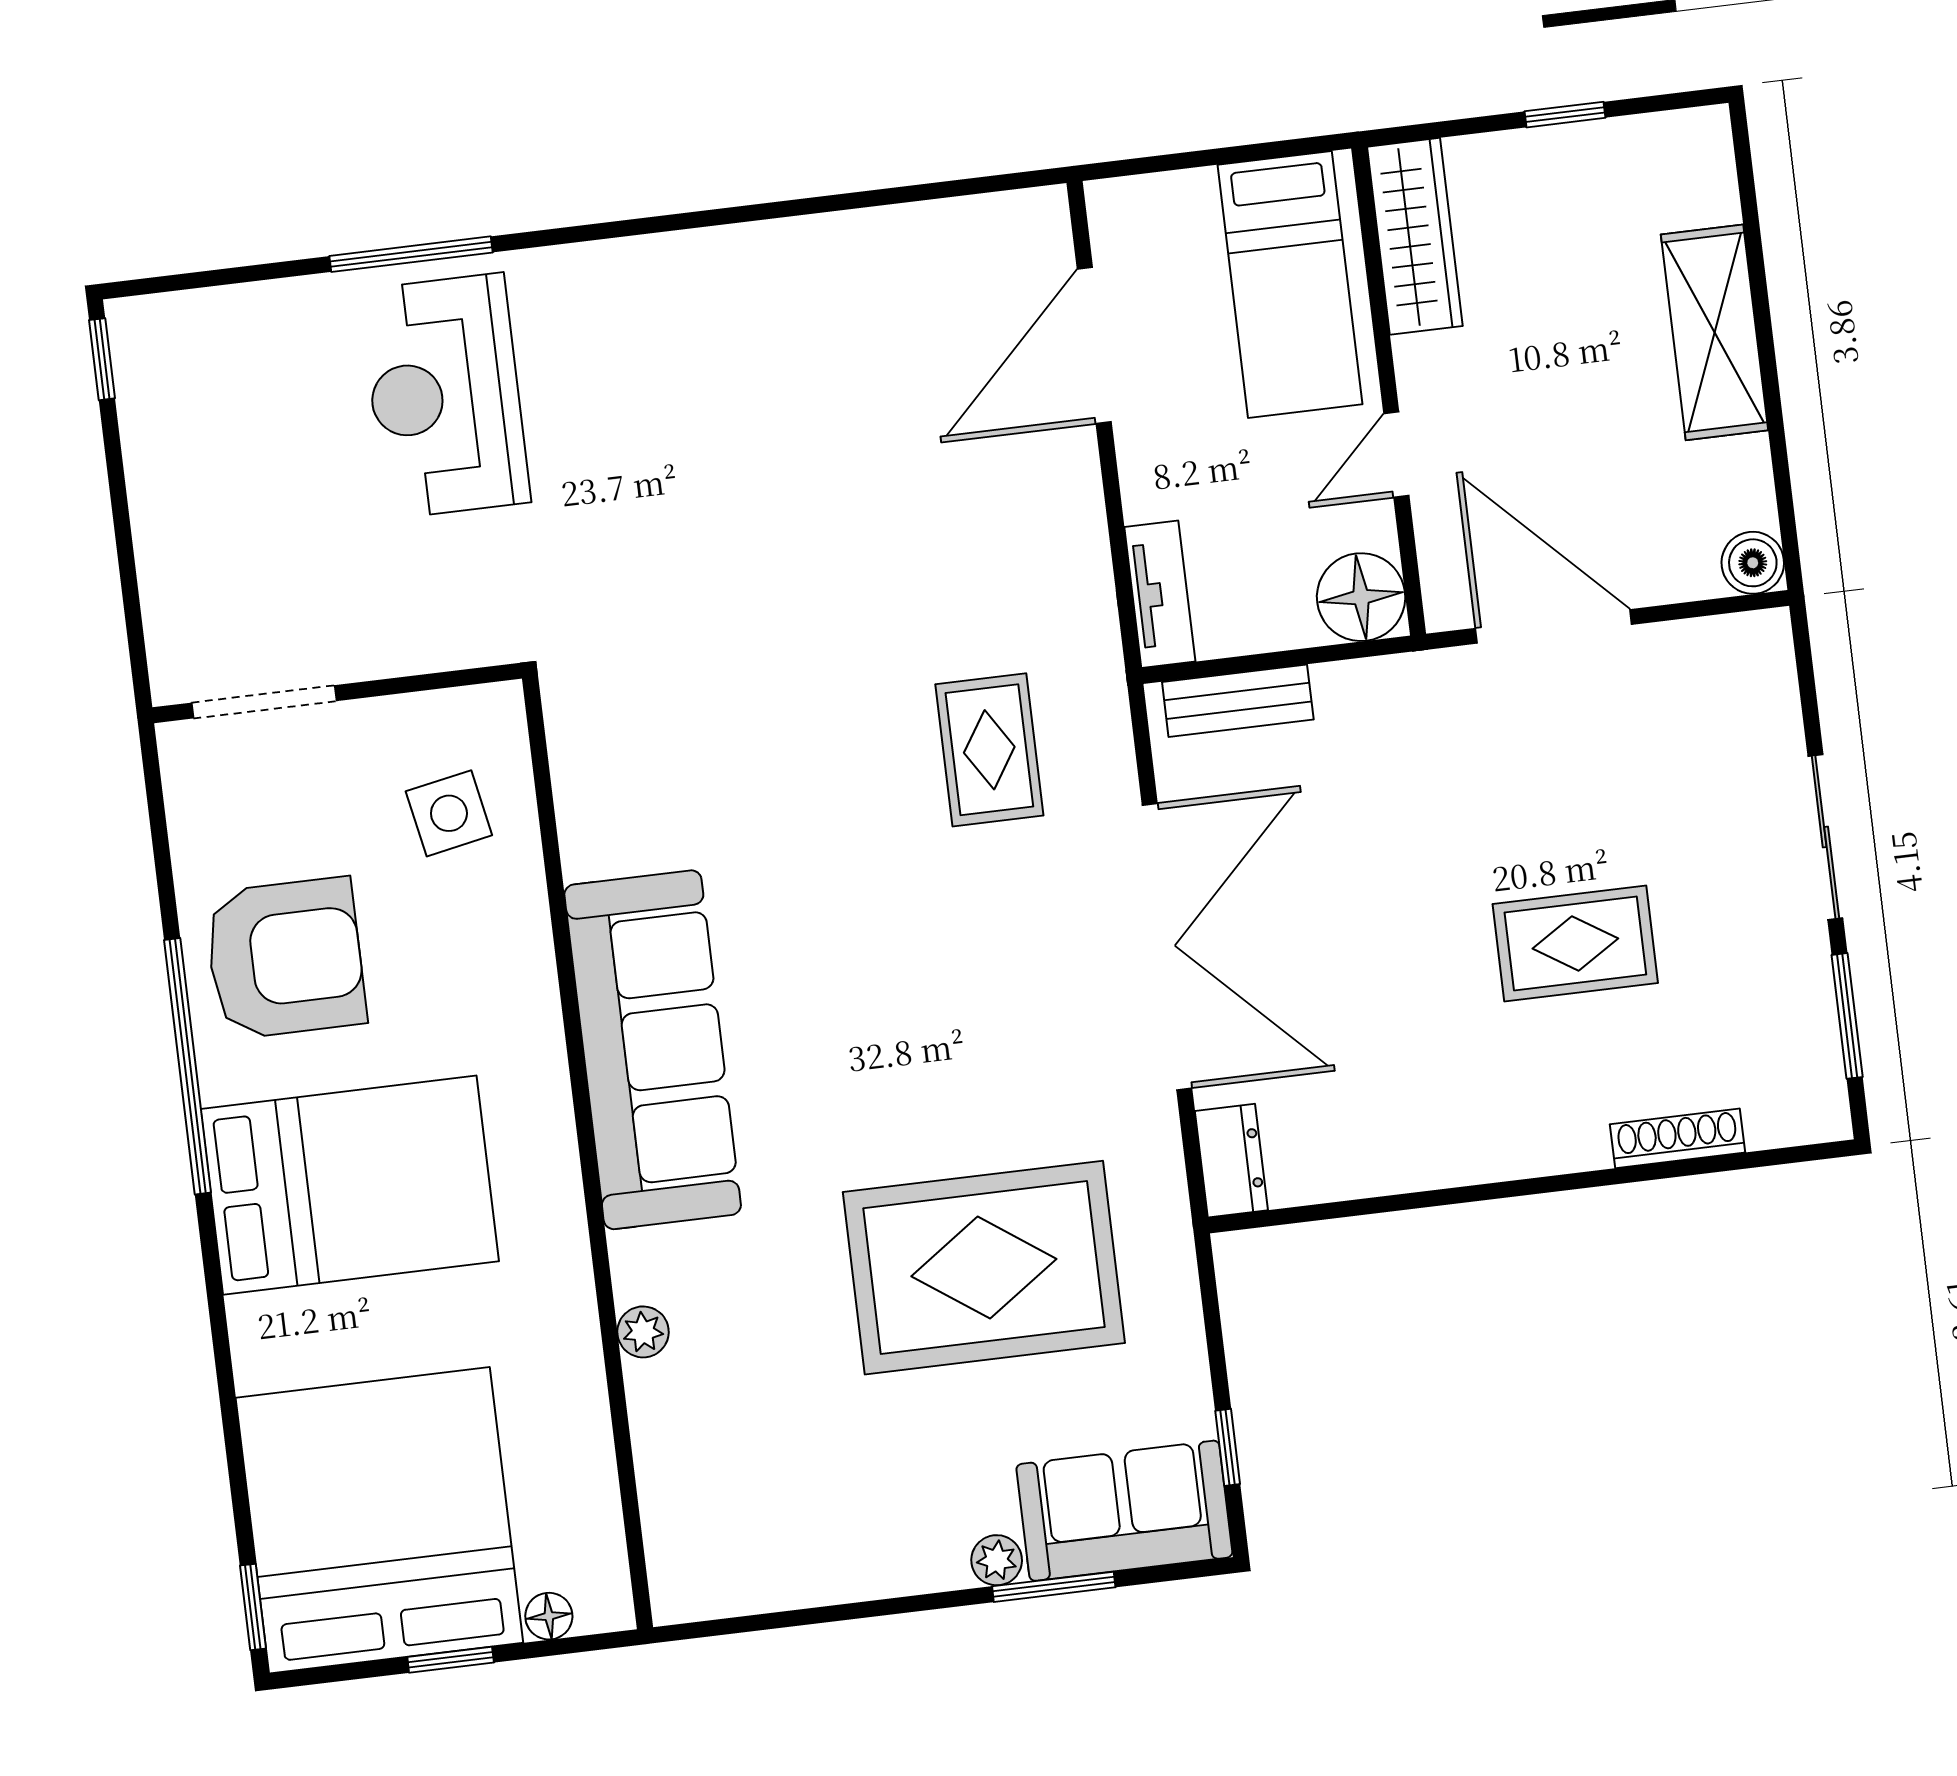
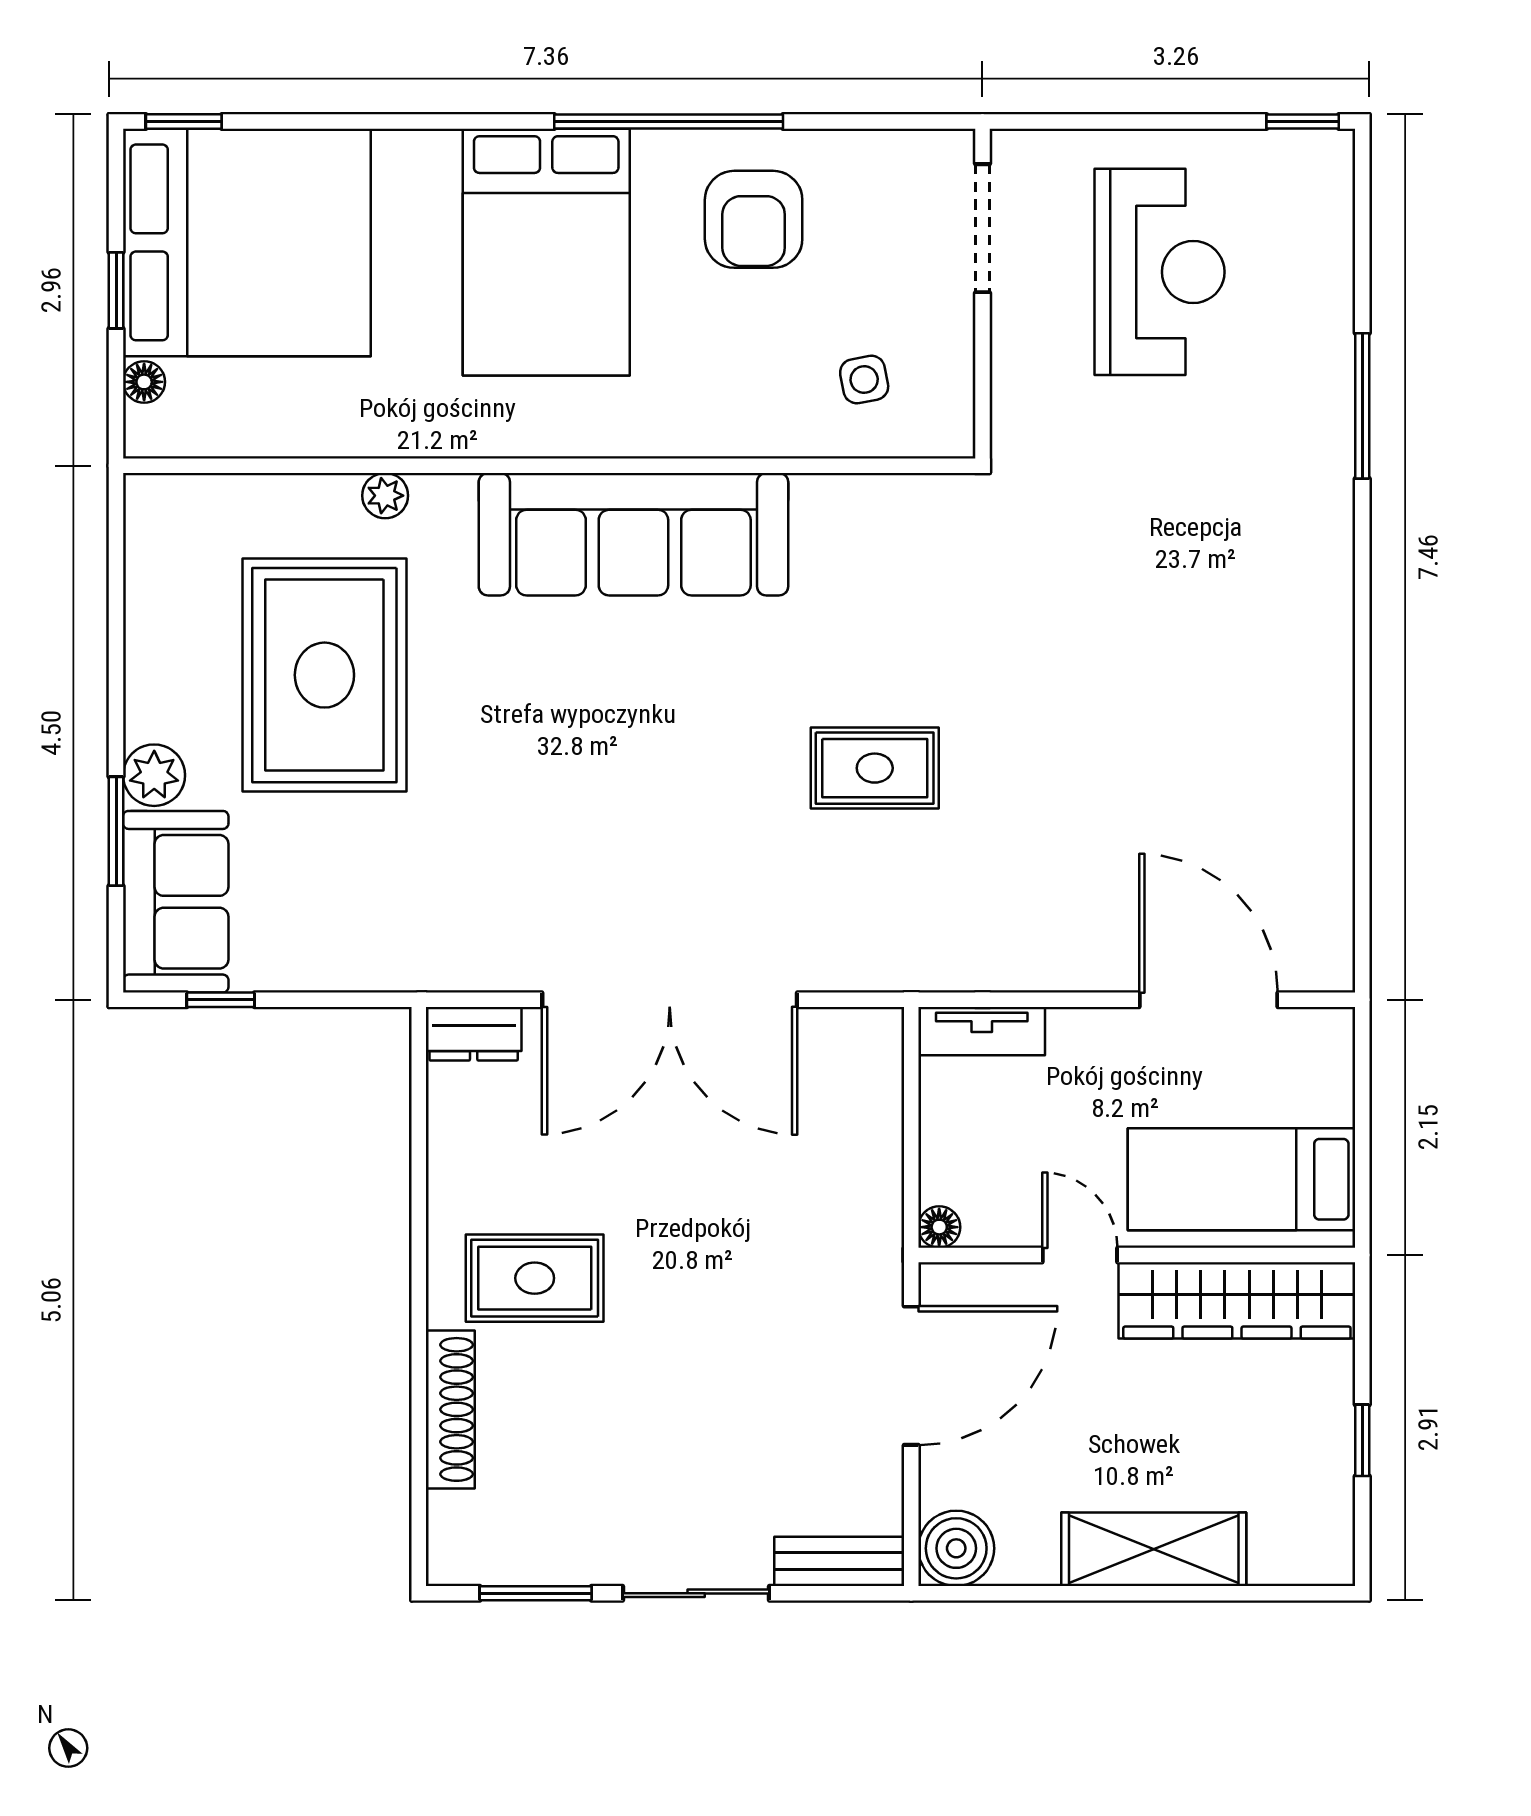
wardrobe: (1415, 236) -> (1237, 1300), width x1.40, depth x1.17
reception desk: (445, 396) -> (1159, 272), moved, turned 90
boiler: (1753, 563) -> (956, 1548), width x1.36, depth x1.36
floor lamp: (1361, 597) -> (939, 1227), width x0.53, depth x0.53
bench: (1238, 701) -> (839, 1561), moved, turned 90
rug: (989, 750) -> (875, 768), moved
side table: (449, 813) -> (864, 380), width x0.73, depth x0.73
rug: (1575, 944) -> (535, 1278), moved, turned 90
armchair: (285, 958) -> (754, 219), width x0.73, depth x0.73
shoe rack: (1677, 1138) -> (450, 1409), width x1.36, depth x1.24
rug: (984, 1268) -> (324, 675), moved
plant: (997, 1560) -> (154, 775), width x1.38, depth x1.38

